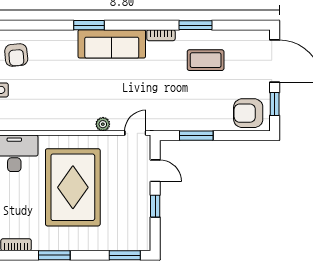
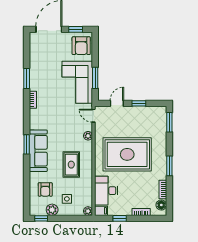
sofa: (112, 44) -> (38, 151), moved
armchair: (16, 55) -> (45, 189), turned 95
coffee table: (206, 60) -> (48, 72), removed
rug: (56, 97) -> (71, 165), added
corner sofa: (189, 107) -> (77, 82), added

